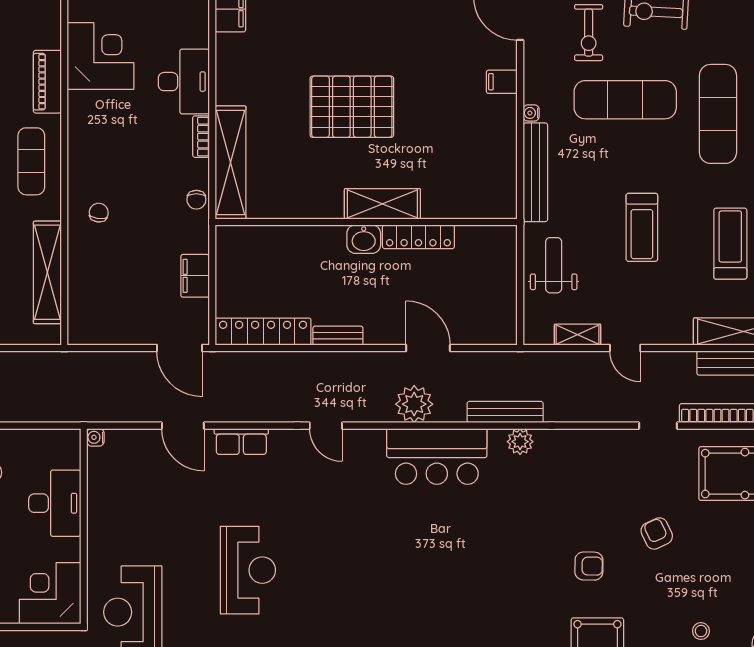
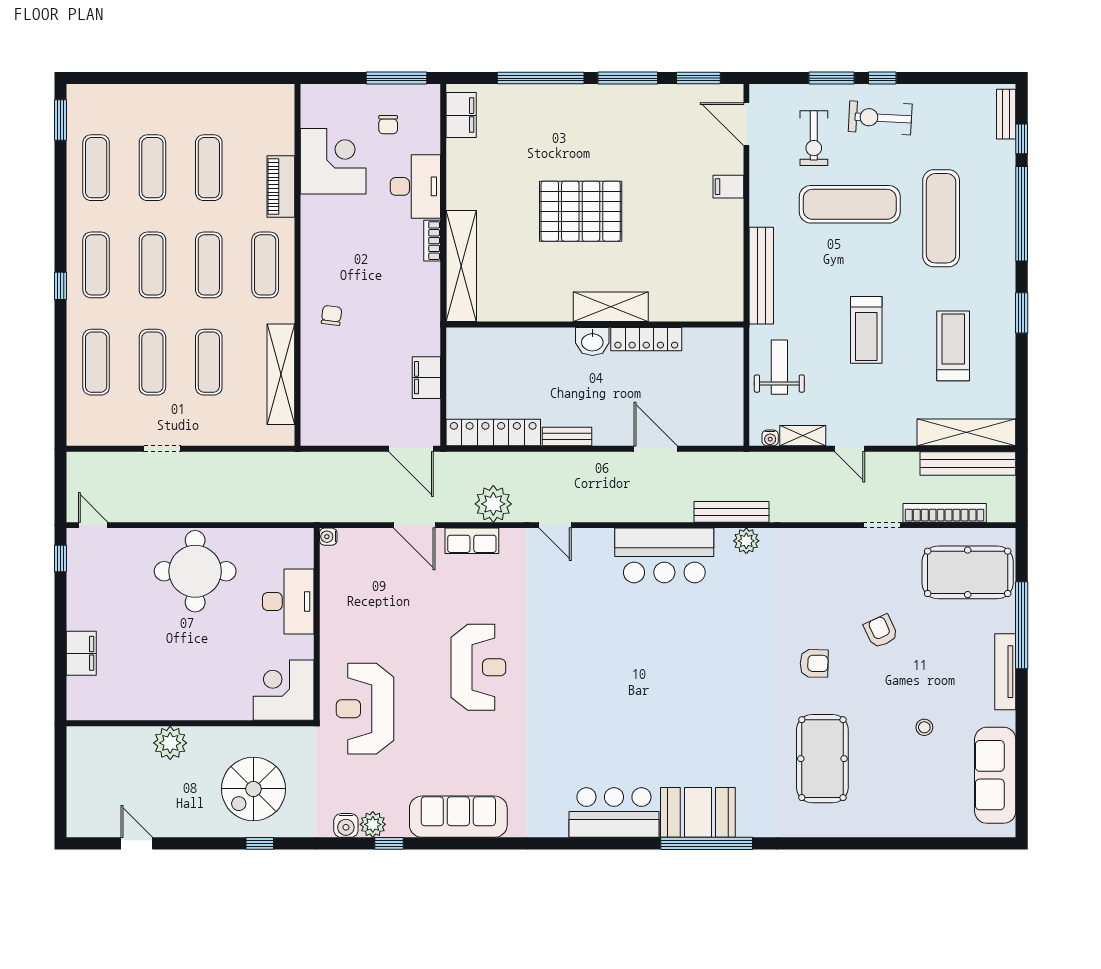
water cooler: (531, 113) -> (770, 438), moved, turned -90
chair: (196, 200) -> (388, 125), moved
plant: (414, 404) -> (493, 504), moved

